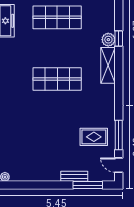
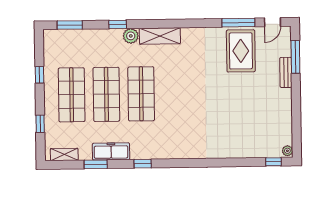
window: (119, 39) -> (118, 24), moved
shop shelf: (57, 79) -> (141, 94), moved
rug: (94, 137) -> (241, 51), width x1.36, depth x1.43

